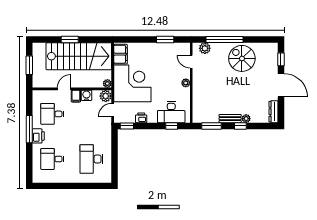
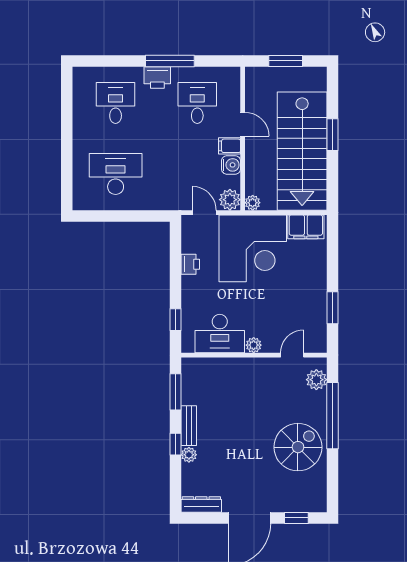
desk: (171, 112) -> (220, 334), moved, turned -90
window: (127, 126) -> (176, 238), removed

